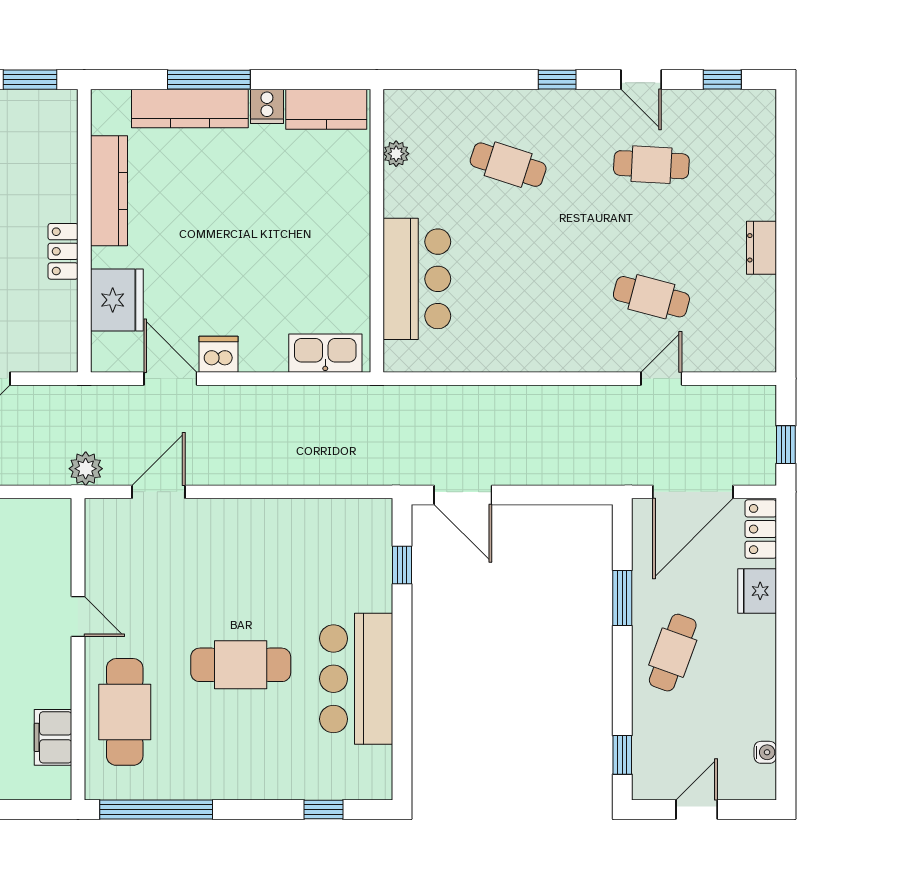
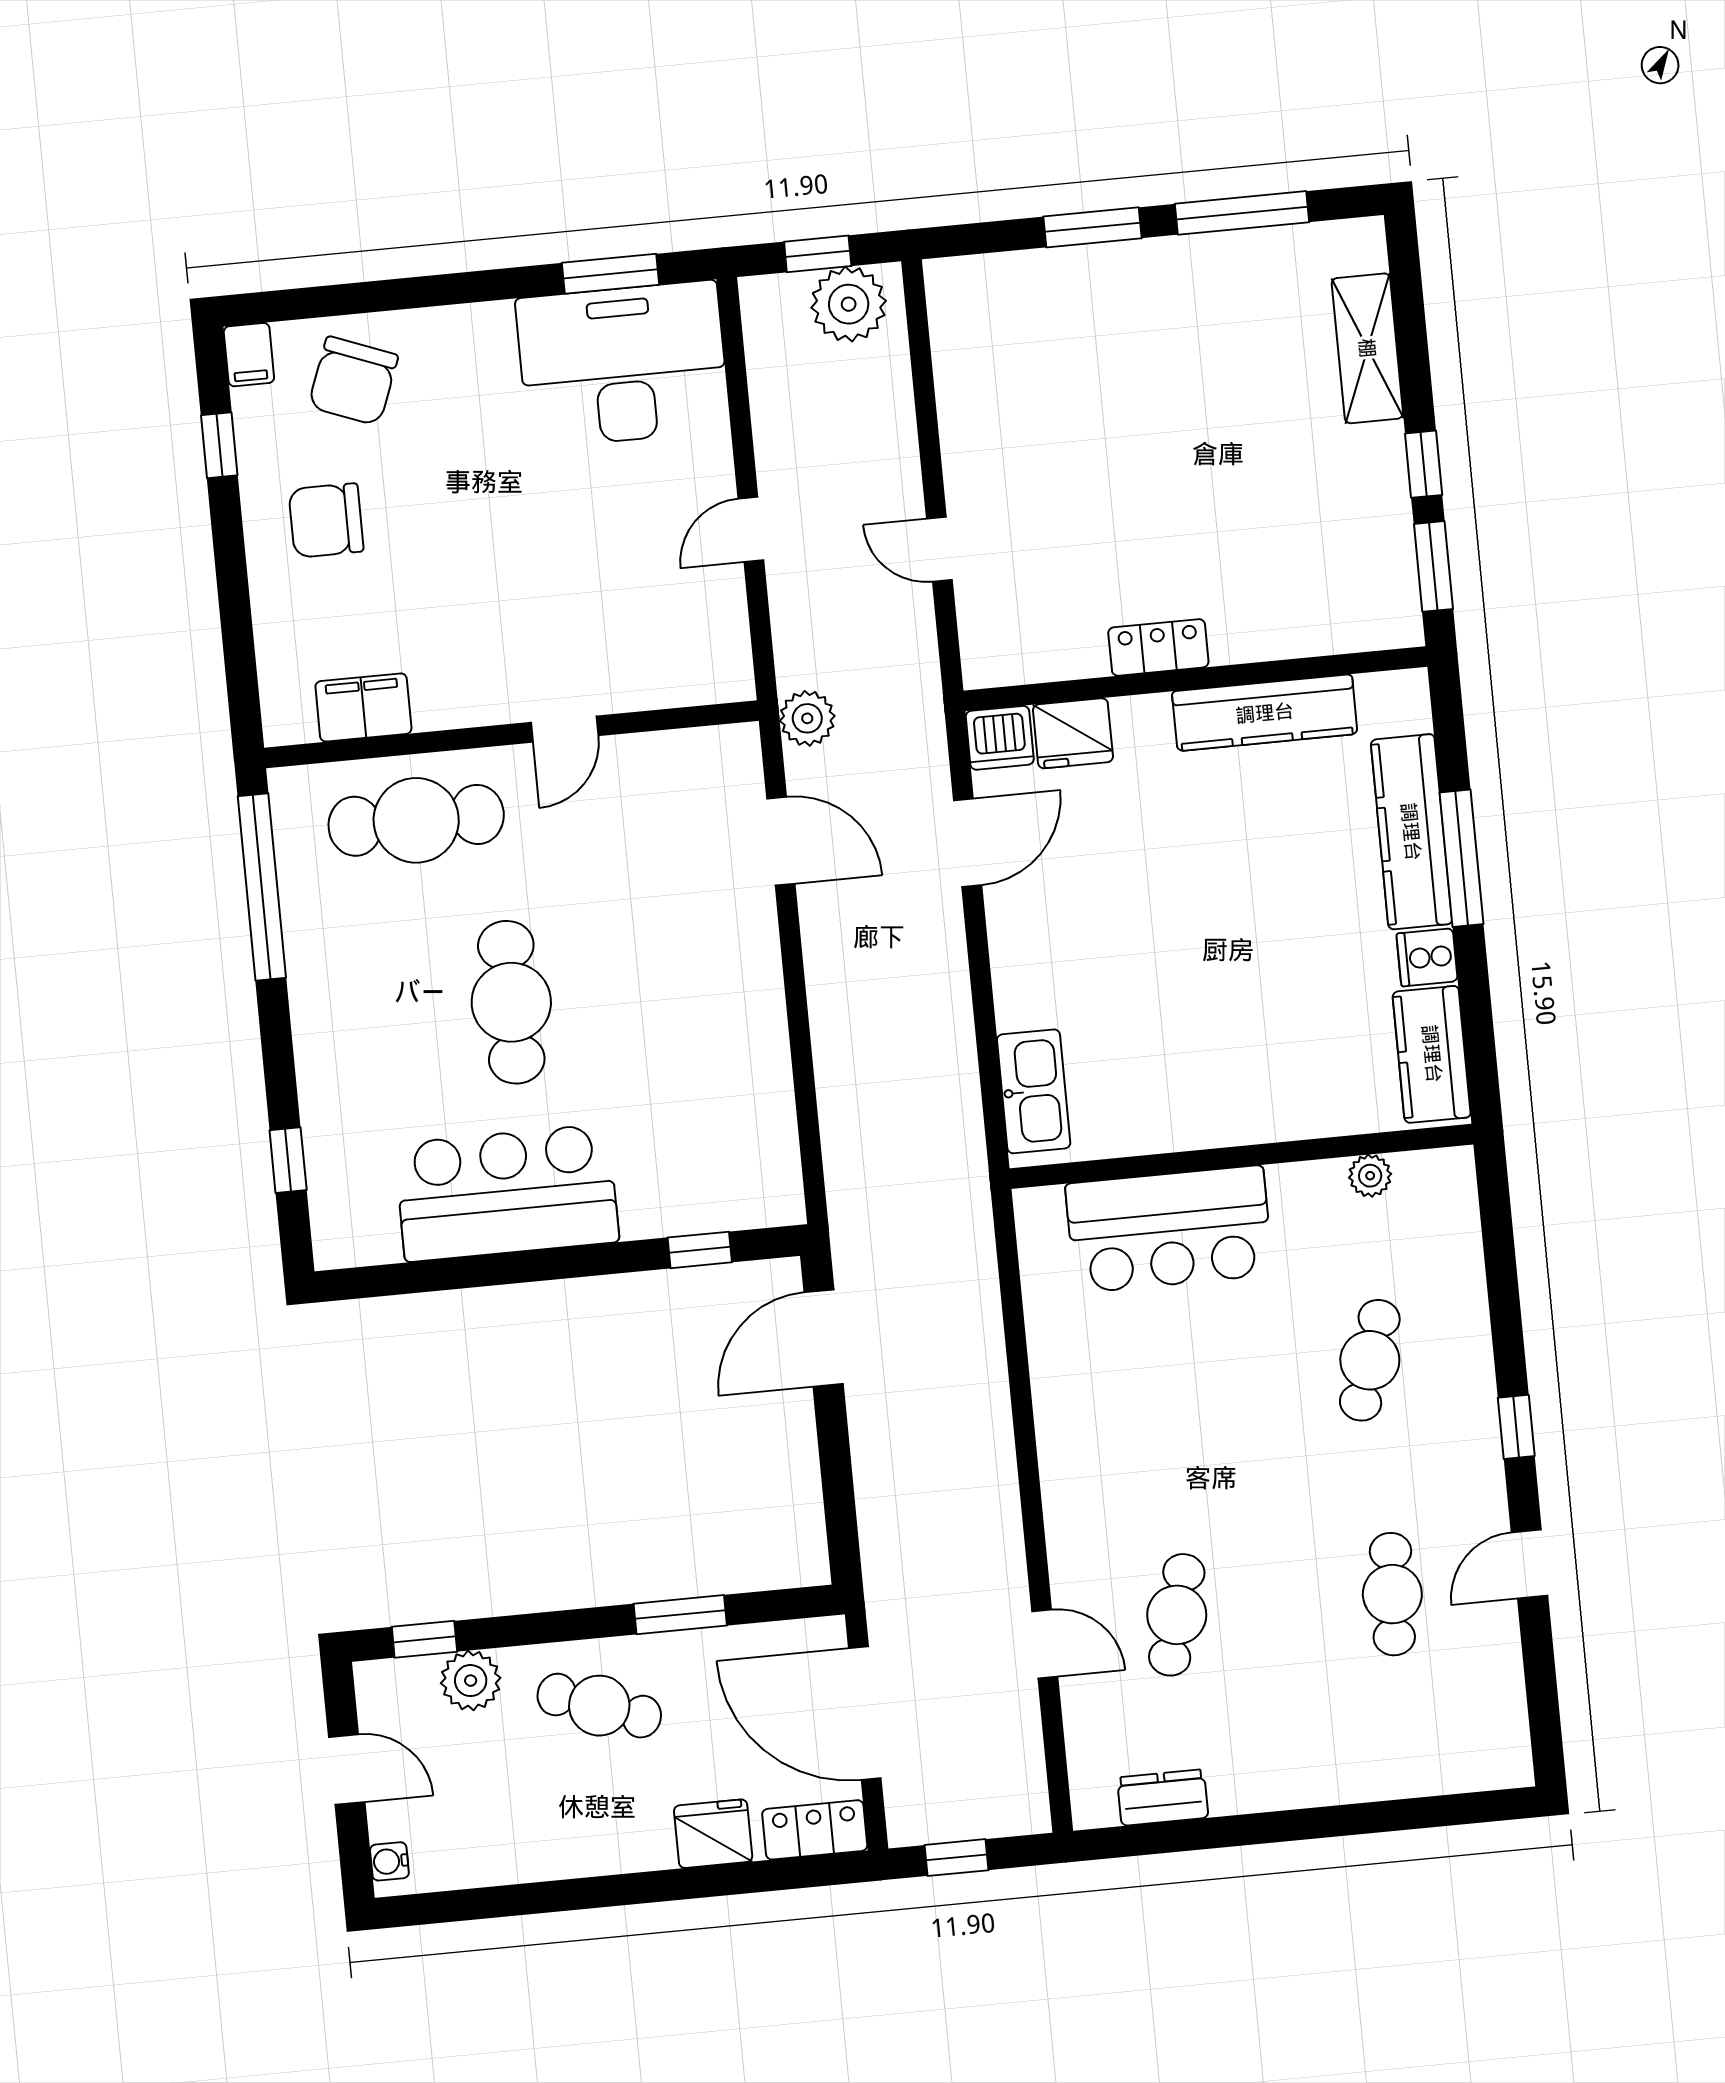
window: (722, 80) -> (1542, 1696), removed
dresser: (761, 248) -> (1163, 1798), moved
fridge: (117, 300) -> (1073, 733), width x0.73, depth x0.75
dishwasher: (219, 354) -> (1000, 738), moved, turned 90
plant: (650, 729) -> (471, 1681), added
water cooler: (765, 752) -> (389, 1861), moved, turned 90

